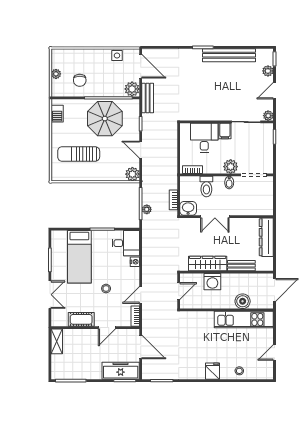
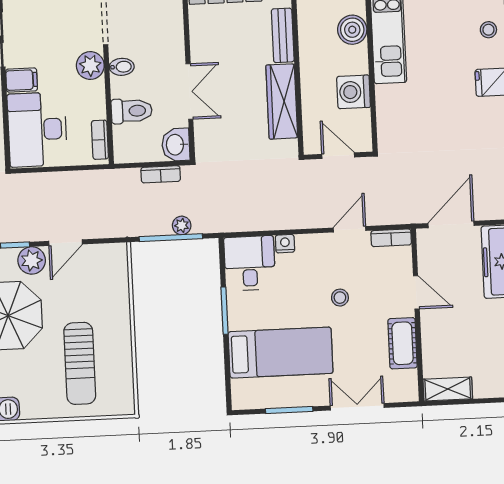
desk: (204, 138) -> (37, 129), width x1.37
plant: (132, 174) -> (32, 260), moved
washing machine: (212, 282) -> (354, 92), moved, turned 180
door: (141, 295) -> (349, 229), swing flipped

